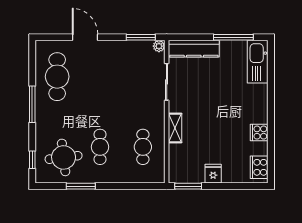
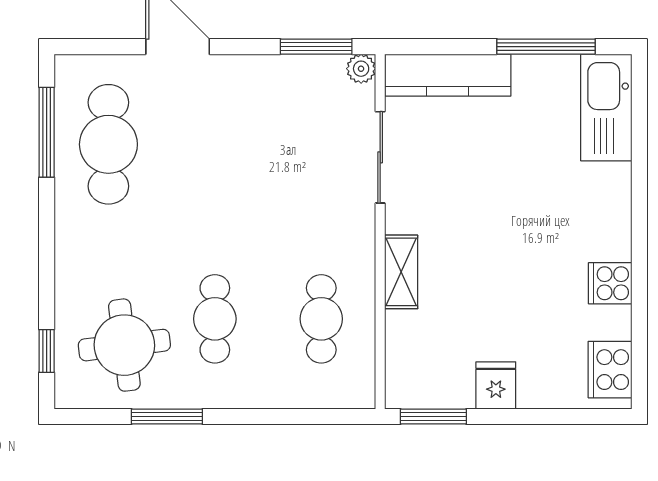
window: (32, 104) -> (47, 132), moved

